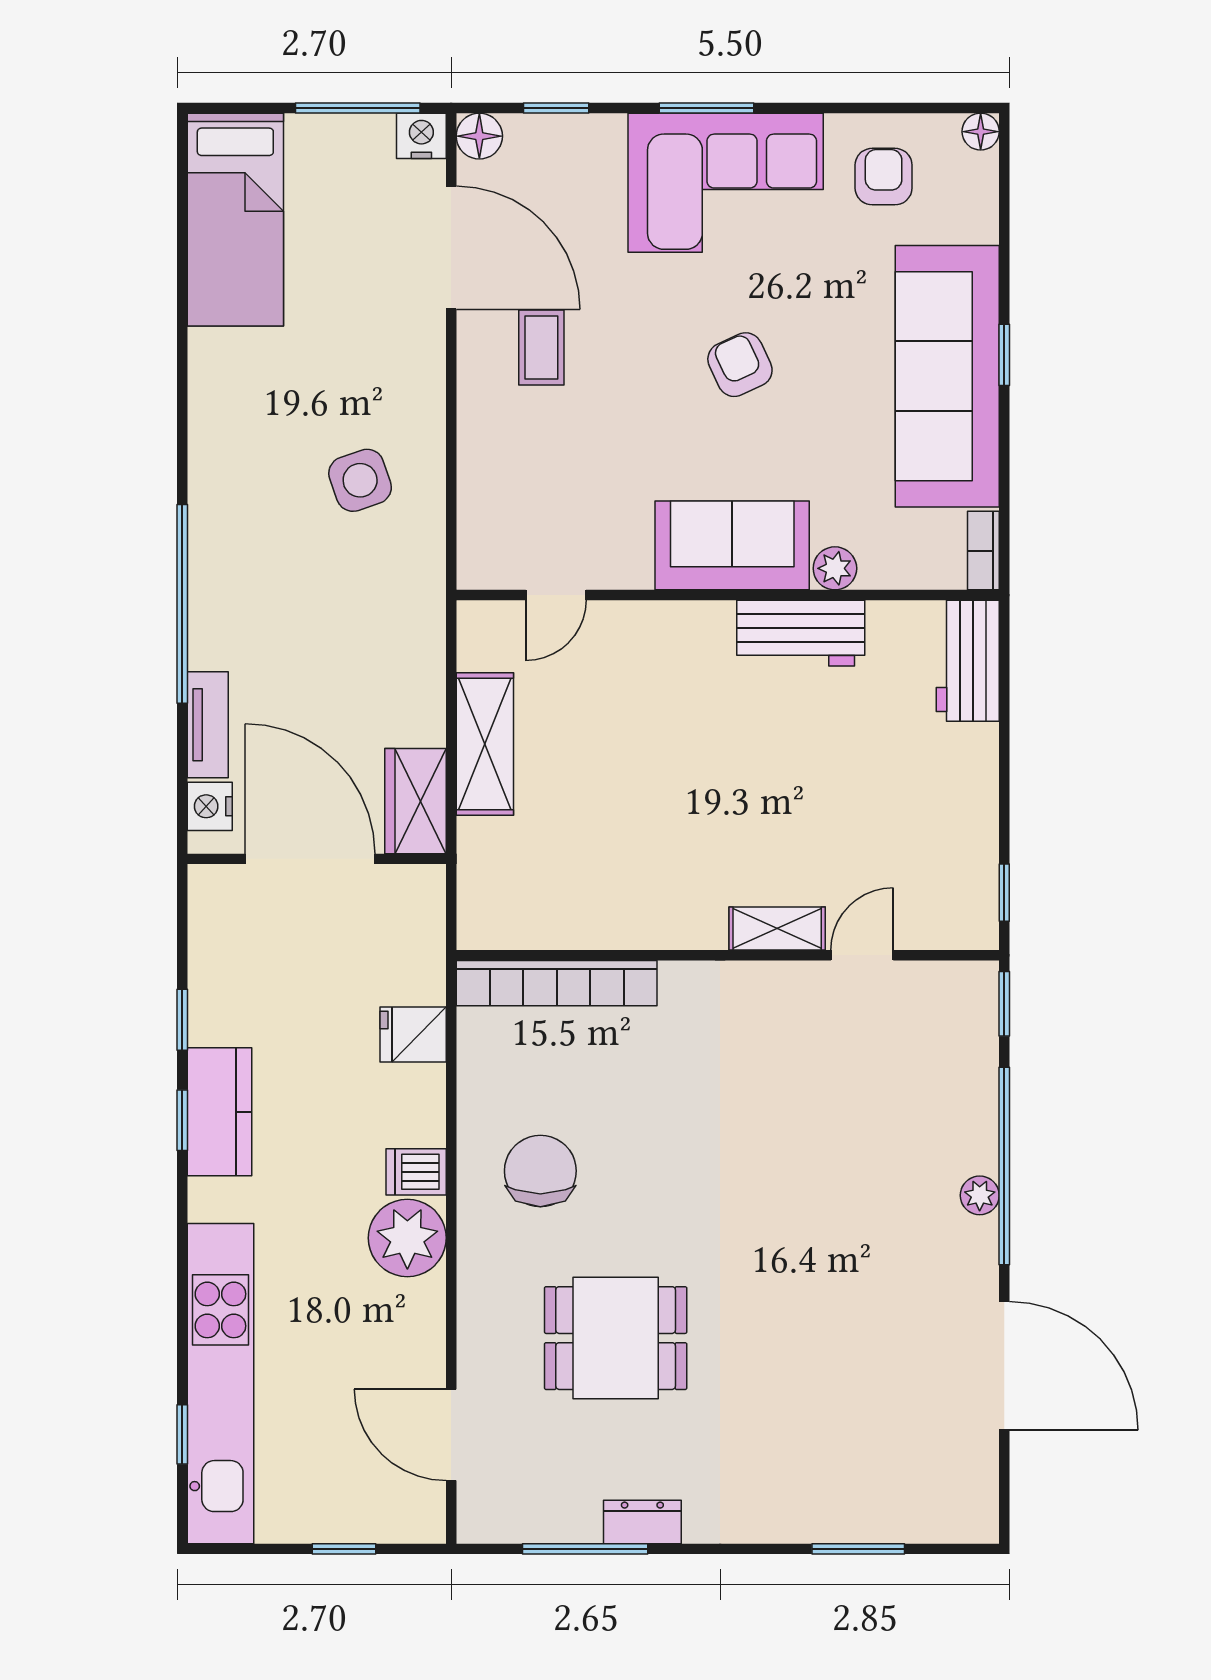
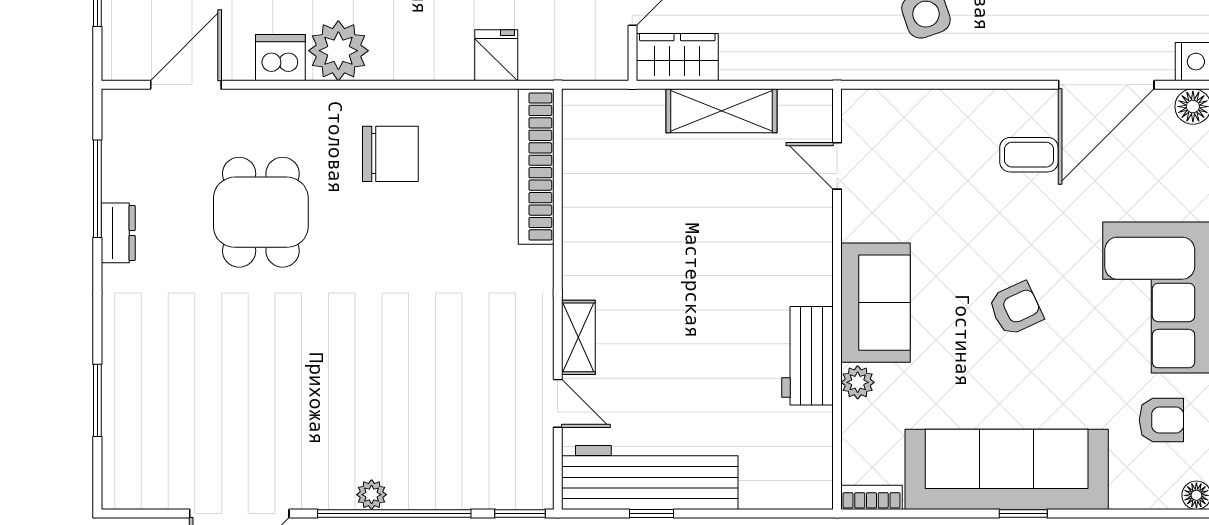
workbench: (968, 661) -> (650, 477), moved, width x1.88, depth x1.32
window: (1004, 893) -> (652, 514), moved
dishwasher: (416, 1172) -> (280, 58), moved, width x1.38

